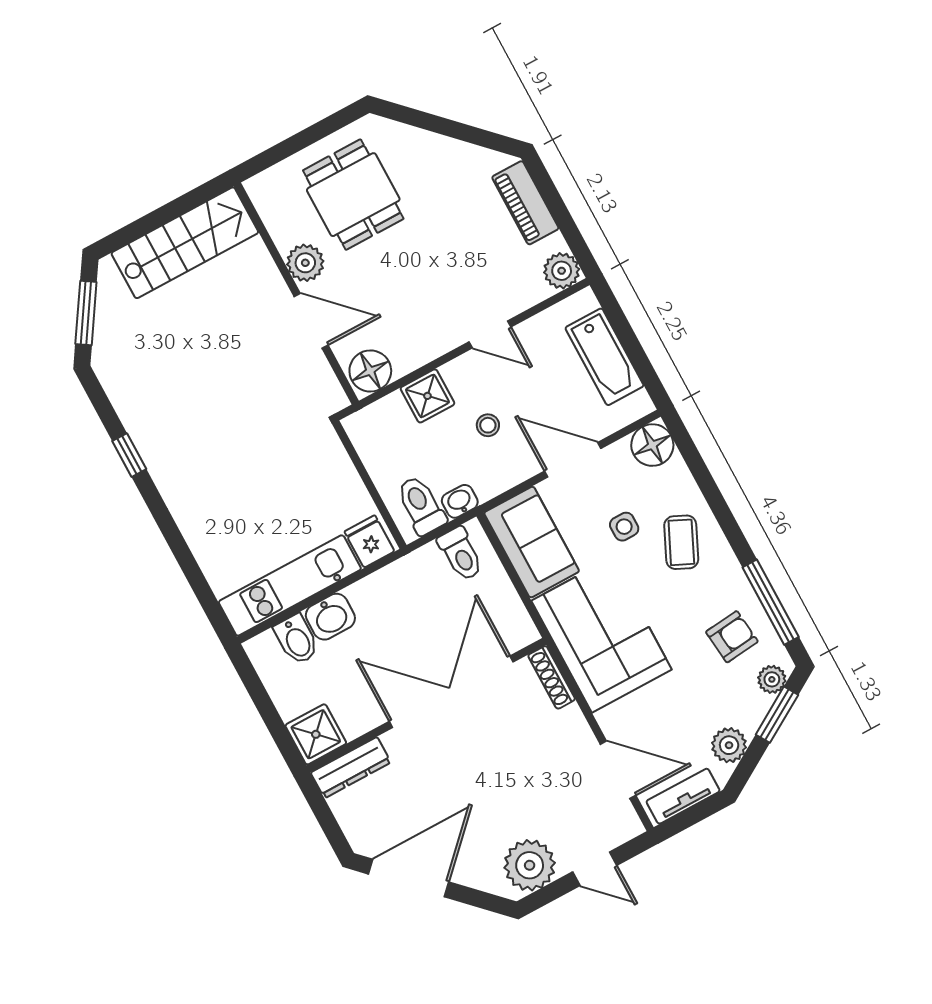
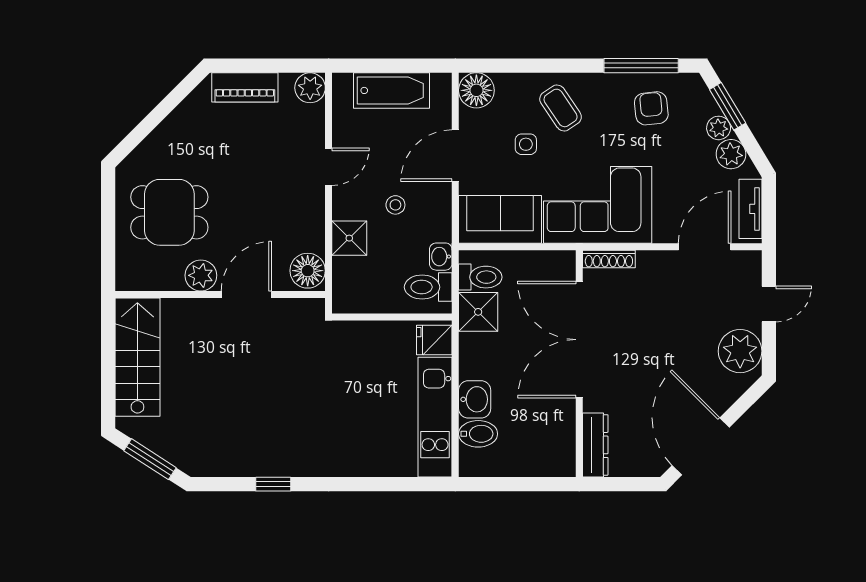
coffee table: (681, 542) -> (561, 108), turned 31
plant: (772, 679) -> (719, 128), moved
shower: (316, 734) -> (478, 312), moved

